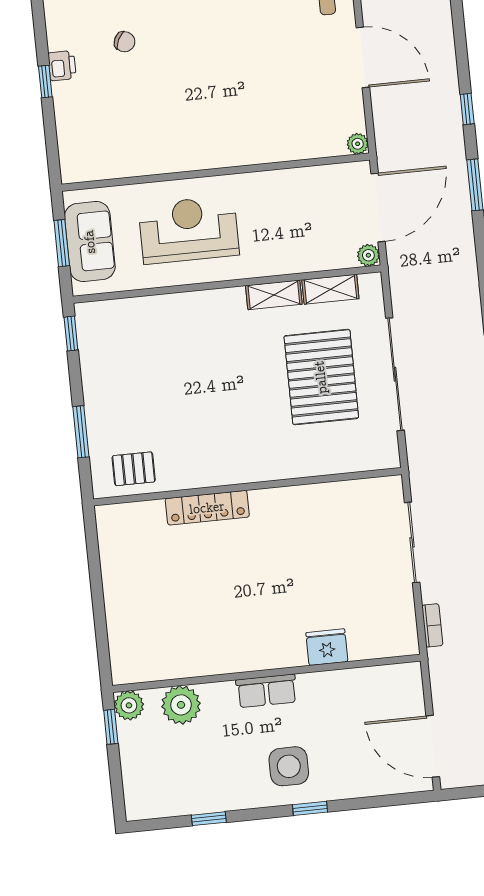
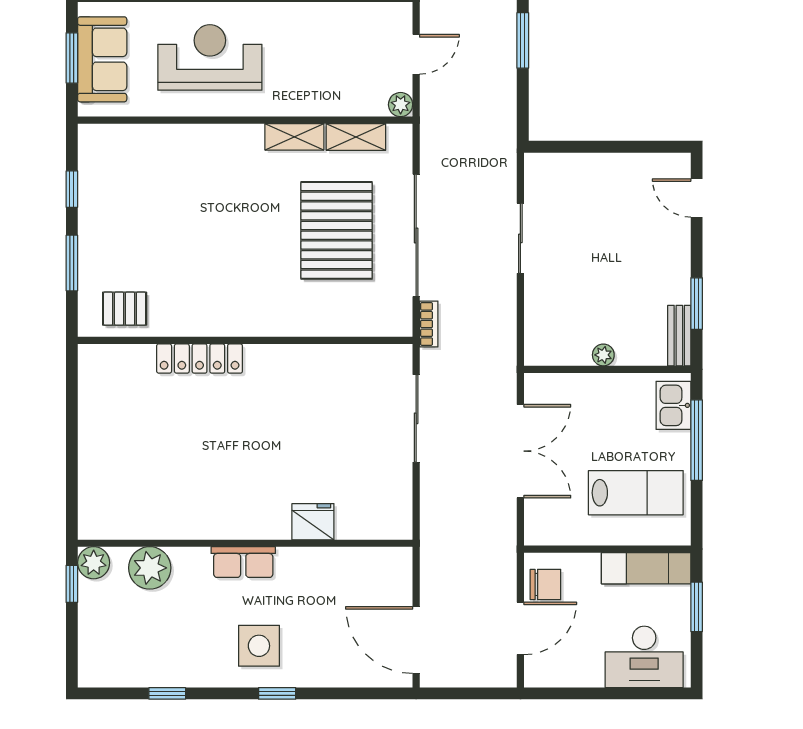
door: (378, 208) -> (416, 54), width x0.53
window: (71, 333) -> (72, 189), moved
bookcase: (432, 625) -> (429, 324), moved

